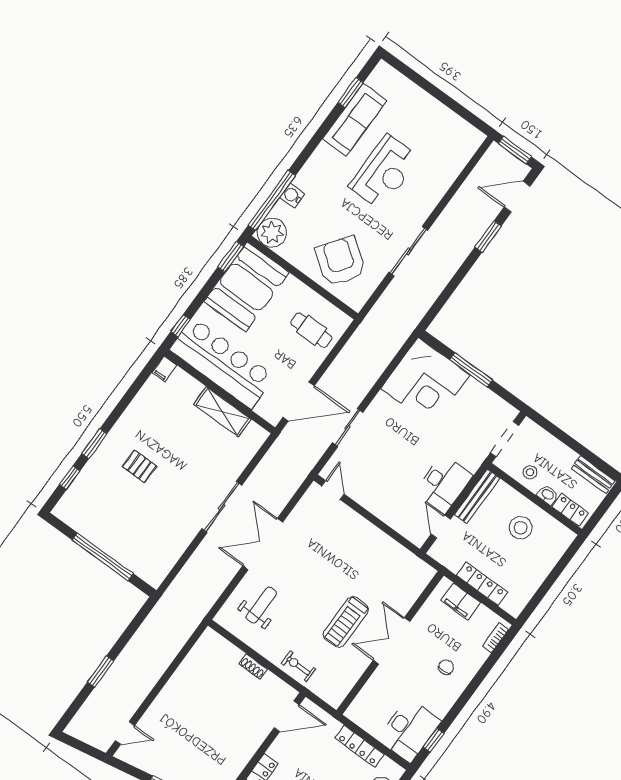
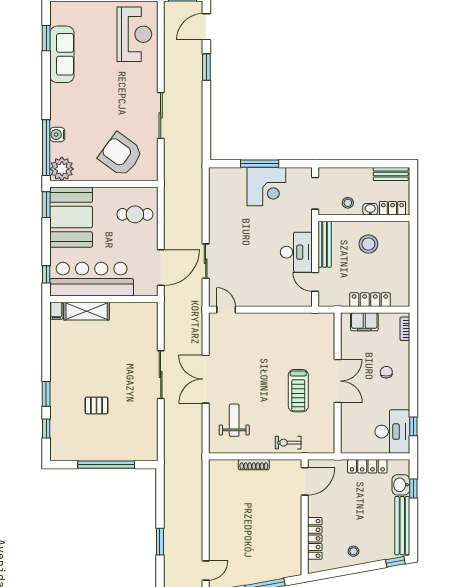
reception desk: (384, 172) -> (134, 34), moved
corner desk: (425, 382) -> (266, 187), moved, width x0.74, depth x0.74
shelving: (222, 412) -> (87, 311), moved
pallet: (139, 466) -> (96, 405), moved
double door: (392, 641) -> (338, 381), swing flipped
shoe rack: (253, 666) -> (254, 465), width x1.43

